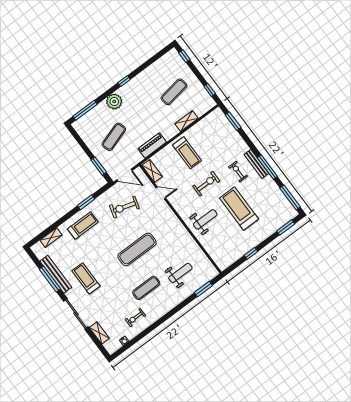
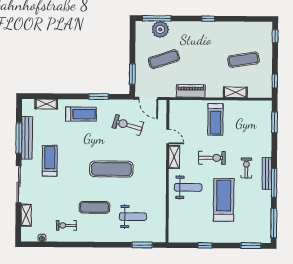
plant: (114, 101) -> (160, 29), moved
shelving: (152, 171) -> (174, 157), moved

